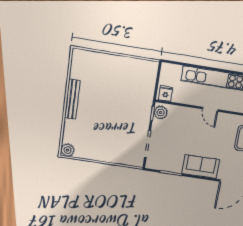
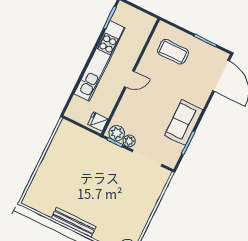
plant: (157, 125) -> (129, 141), added
sofa: (201, 167) -> (184, 123), moved

